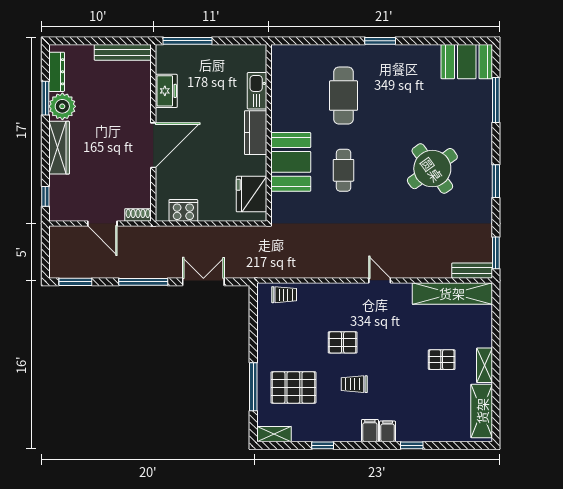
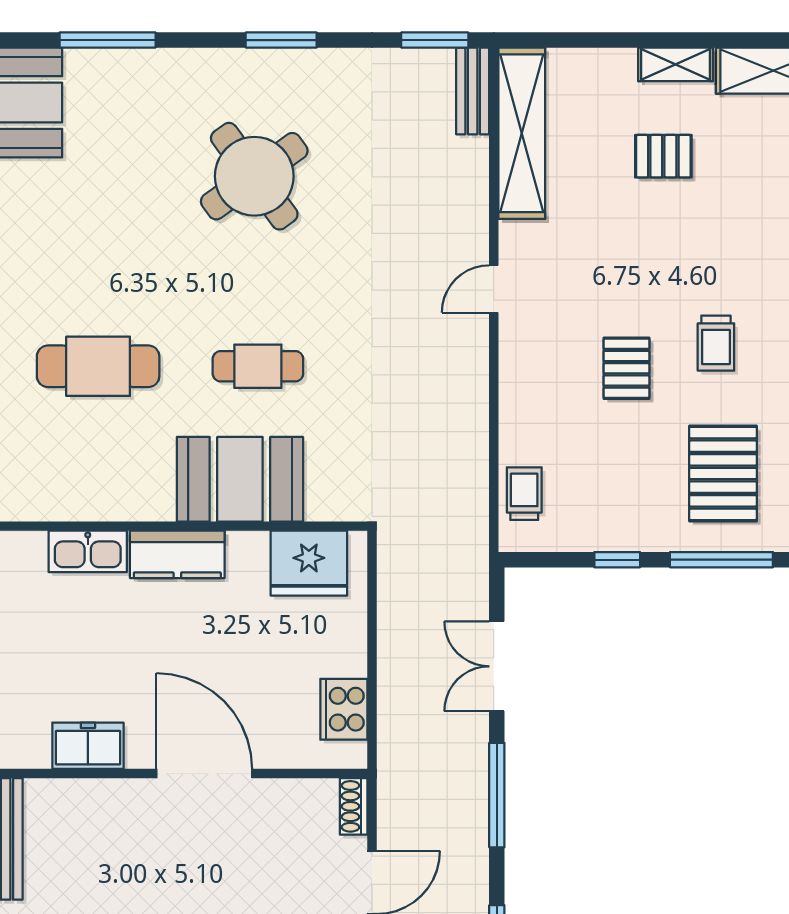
window: (253, 338) -> (617, 560), added
pallet: (442, 360) -> (663, 156), turned 90

